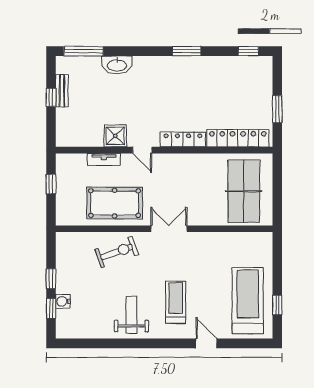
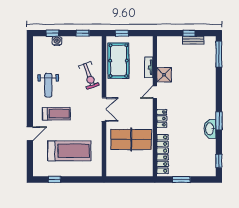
washbasin: (117, 65) -> (210, 129), moved
locker: (183, 140) -> (162, 118), width x0.66
window: (51, 184) -> (122, 33), moved
table tennis table: (244, 191) -> (131, 139), moved
pool table: (115, 203) -> (118, 61), moved
window: (51, 279) -> (83, 33), moved
treadmill: (248, 301) -> (69, 151), moved
weight bench: (131, 315) -> (48, 85), turned 90

